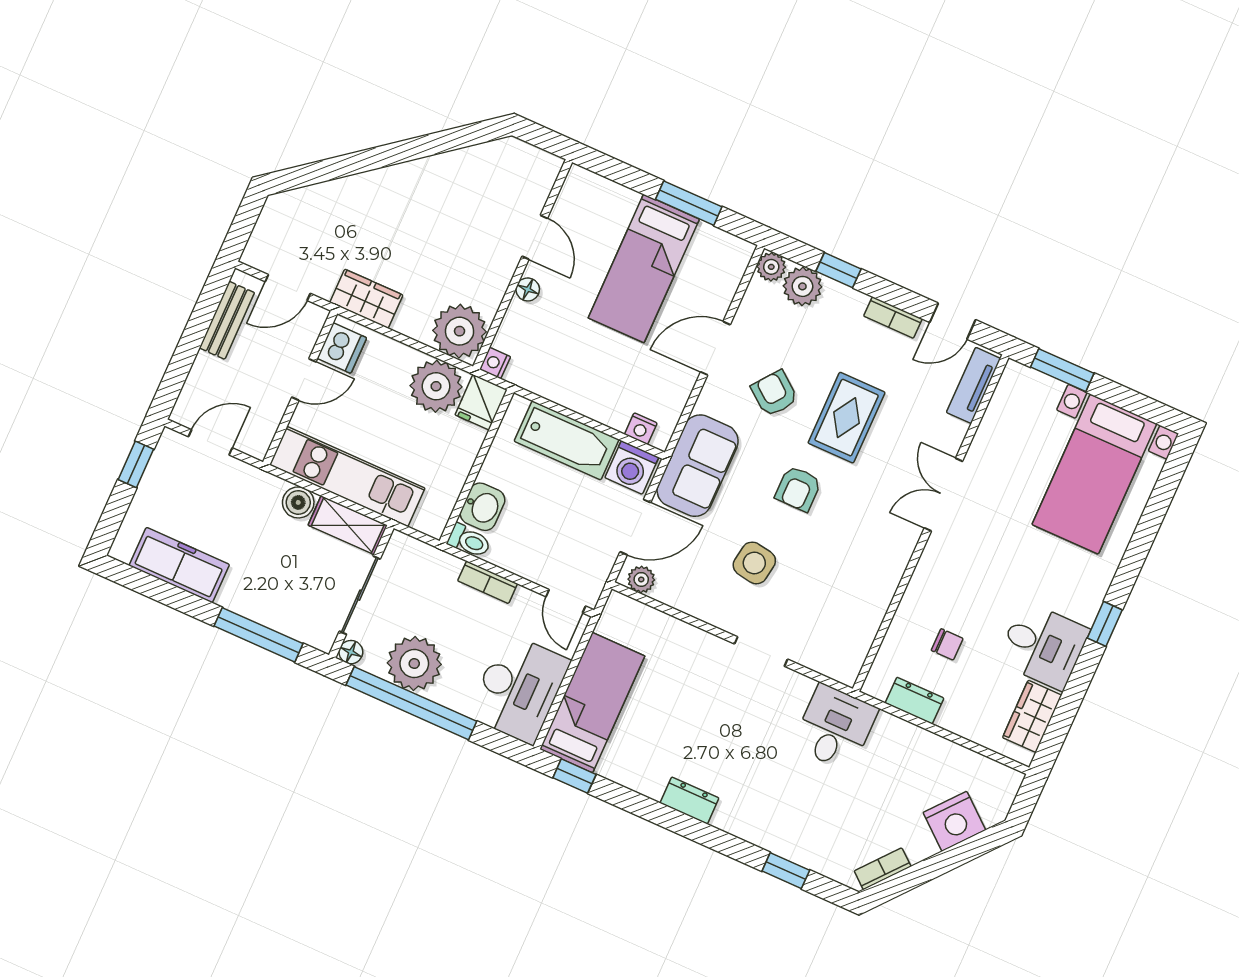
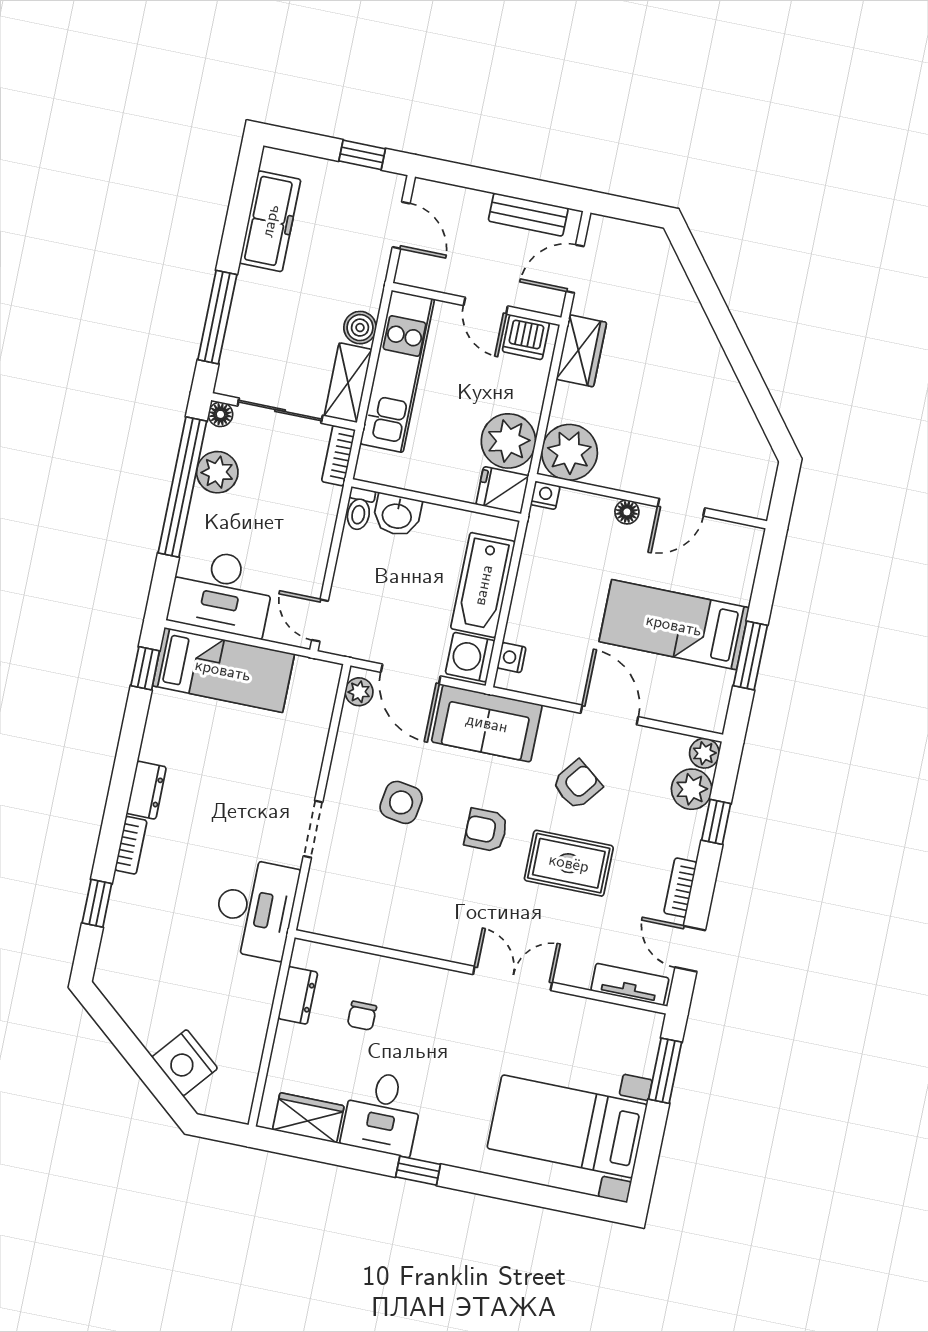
door: (288, 287) -> (575, 269), hinge flipped
bookcase: (488, 582) -> (338, 456), moved
door: (566, 601) -> (320, 620), hinge flipped
plant: (414, 664) -> (217, 472), width x0.73, depth x0.73
desk: (835, 727) -> (255, 909), width x1.37
bookcase: (883, 869) -> (131, 845), moved, turned 50

